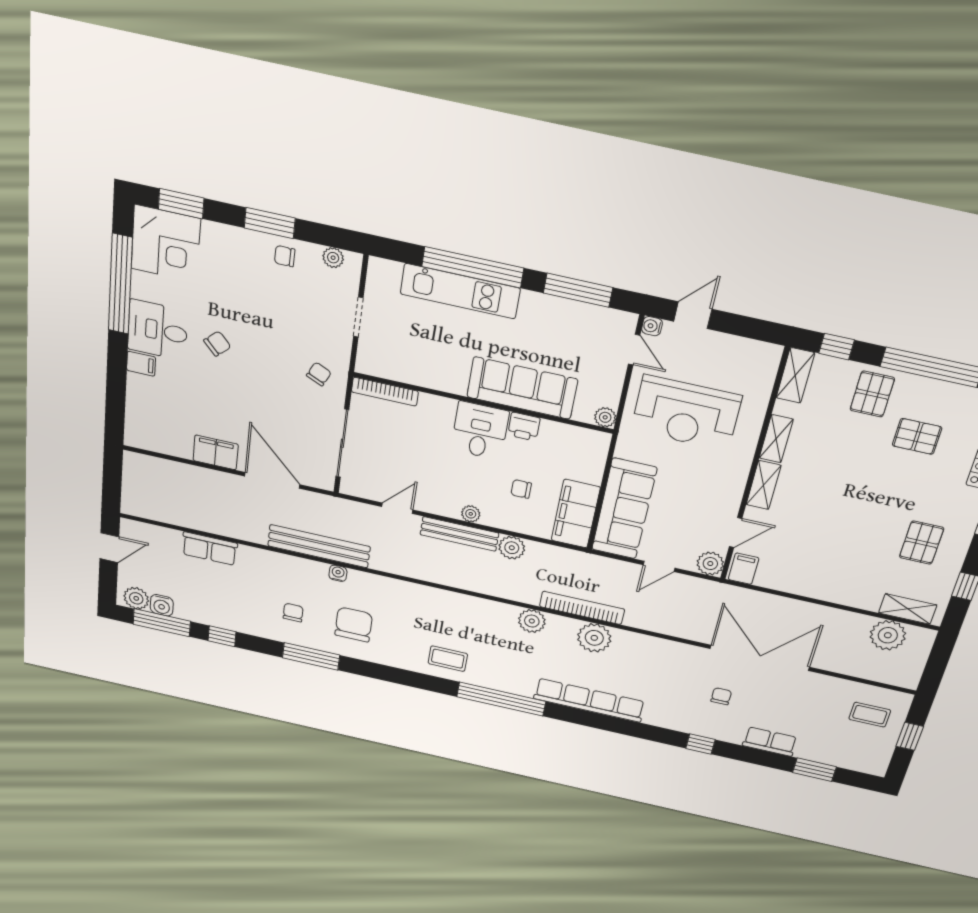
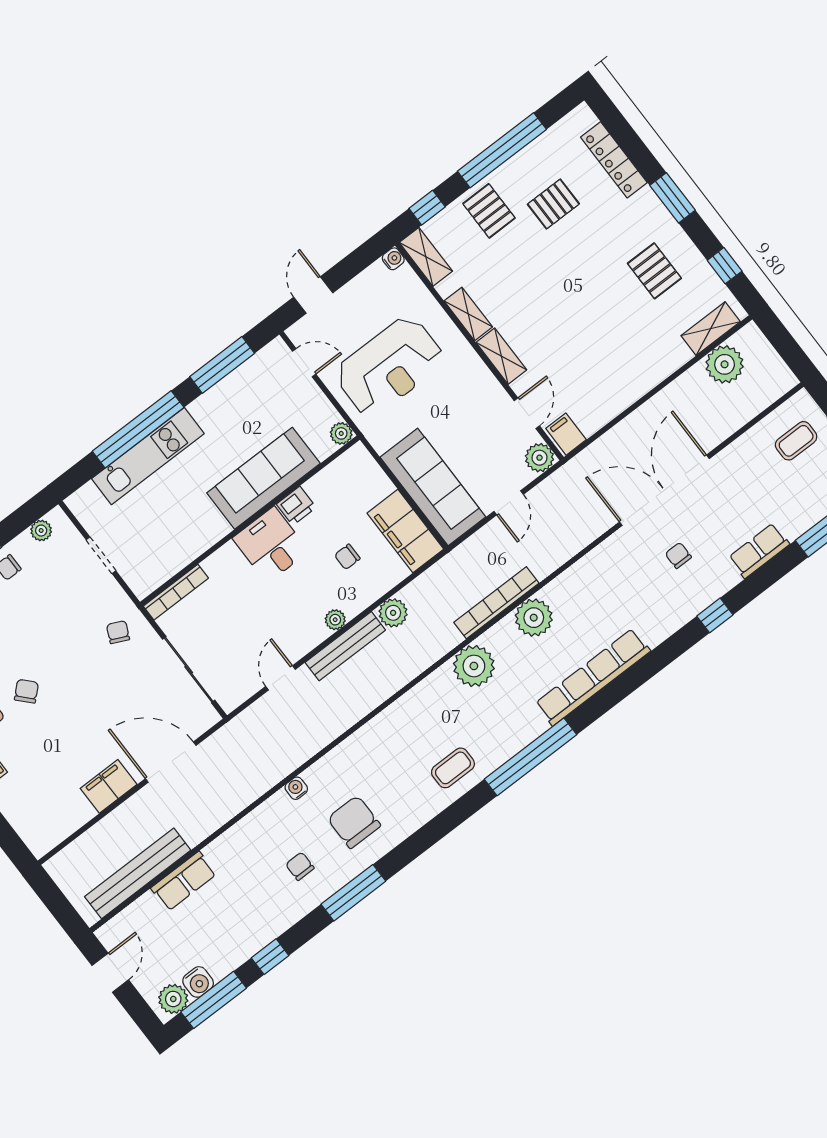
water cooler: (652, 326) -> (393, 259), moved, turned 180
bench: (319, 546) -> (138, 873), moved
plant: (532, 621) -> (474, 666), width x1.36, depth x1.36

